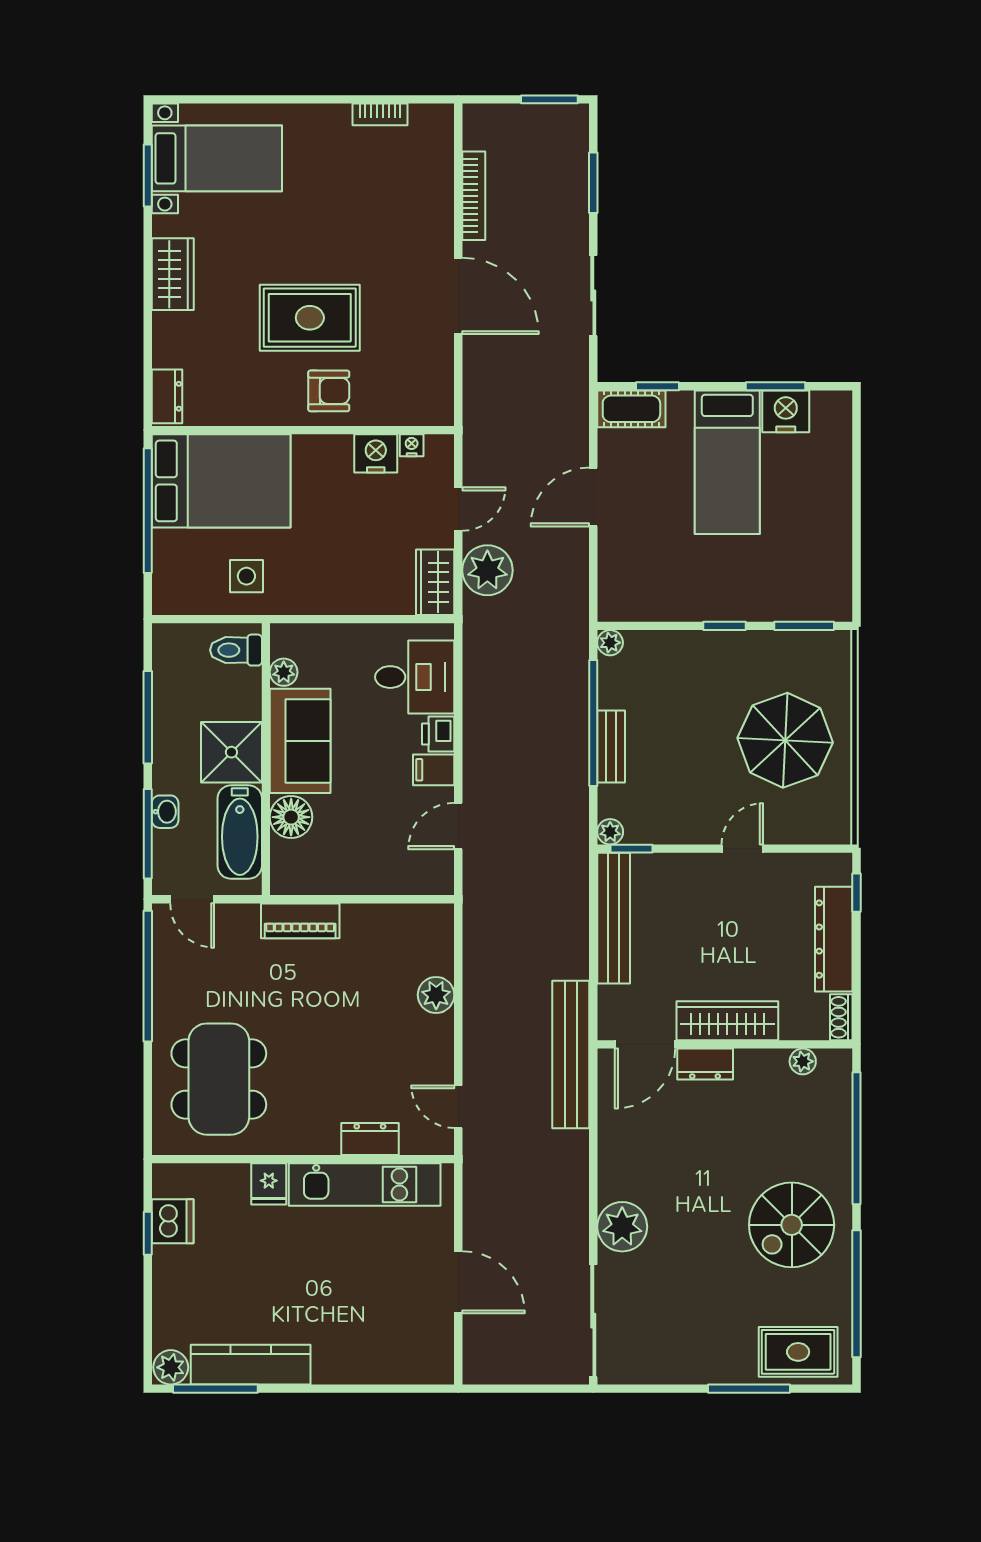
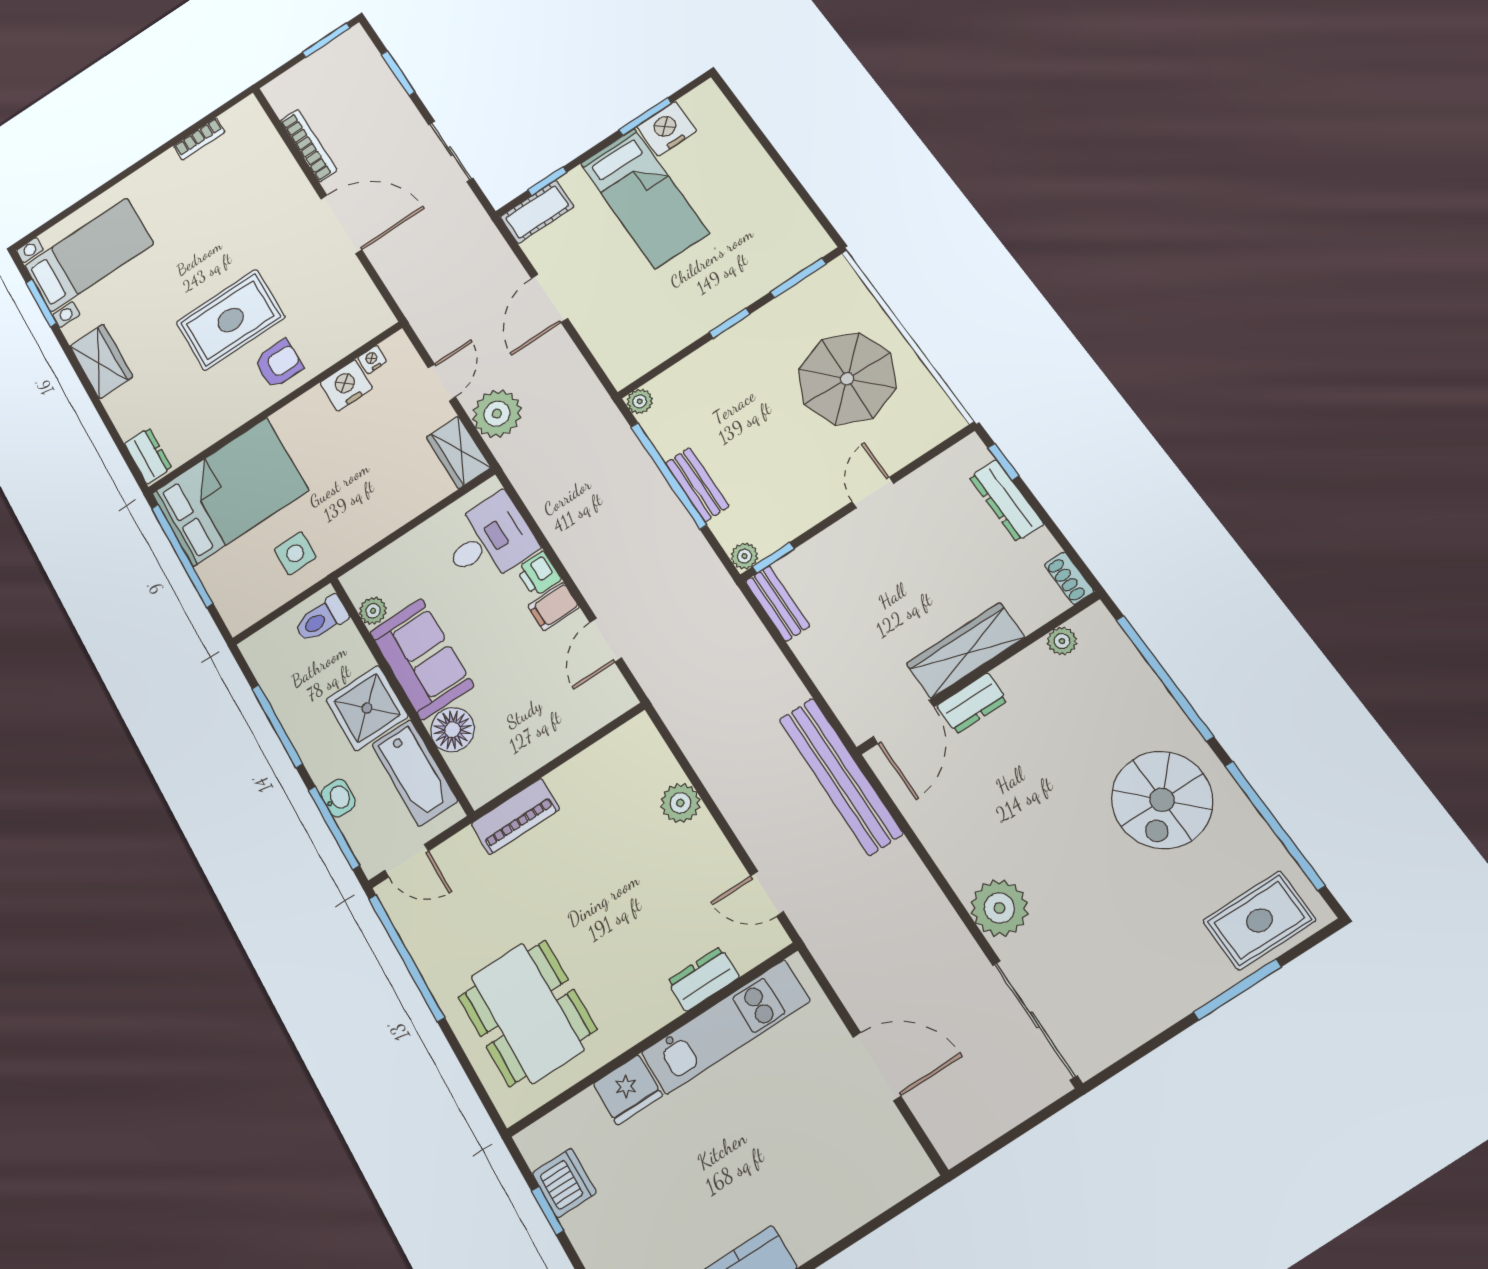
bench: (614, 918) -> (777, 604), width x0.54, depth x0.82
dresser: (834, 939) -> (1006, 501), width x0.73, depth x0.80
fridge: (269, 1184) -> (628, 1090), width x1.38

